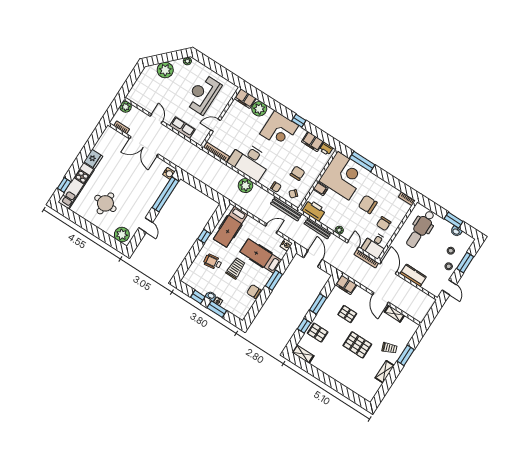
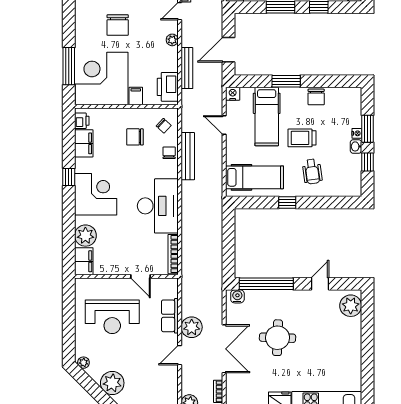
plant: (245, 186) -> (192, 327), moved
round table: (105, 203) -> (278, 338), moved
bench: (286, 209) -> (188, 156), moved

